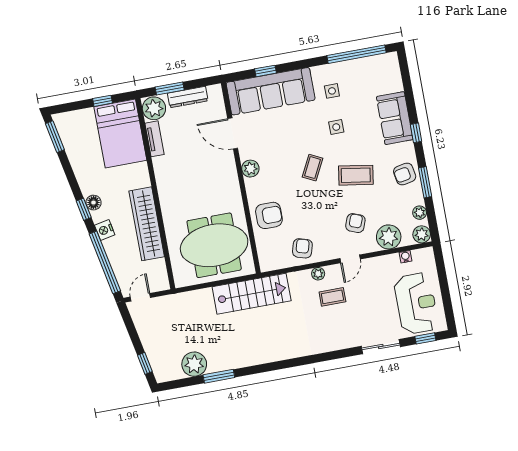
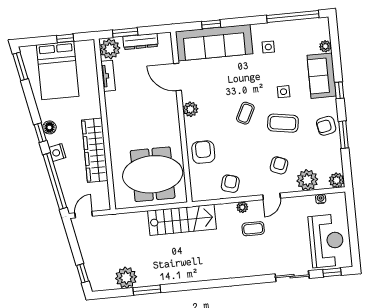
side table: (336, 127) -> (284, 92), moved
bed: (120, 133) -> (58, 71), moved
plant: (420, 213) -> (325, 46), moved
armchair: (269, 215) -> (203, 152), turned -90

